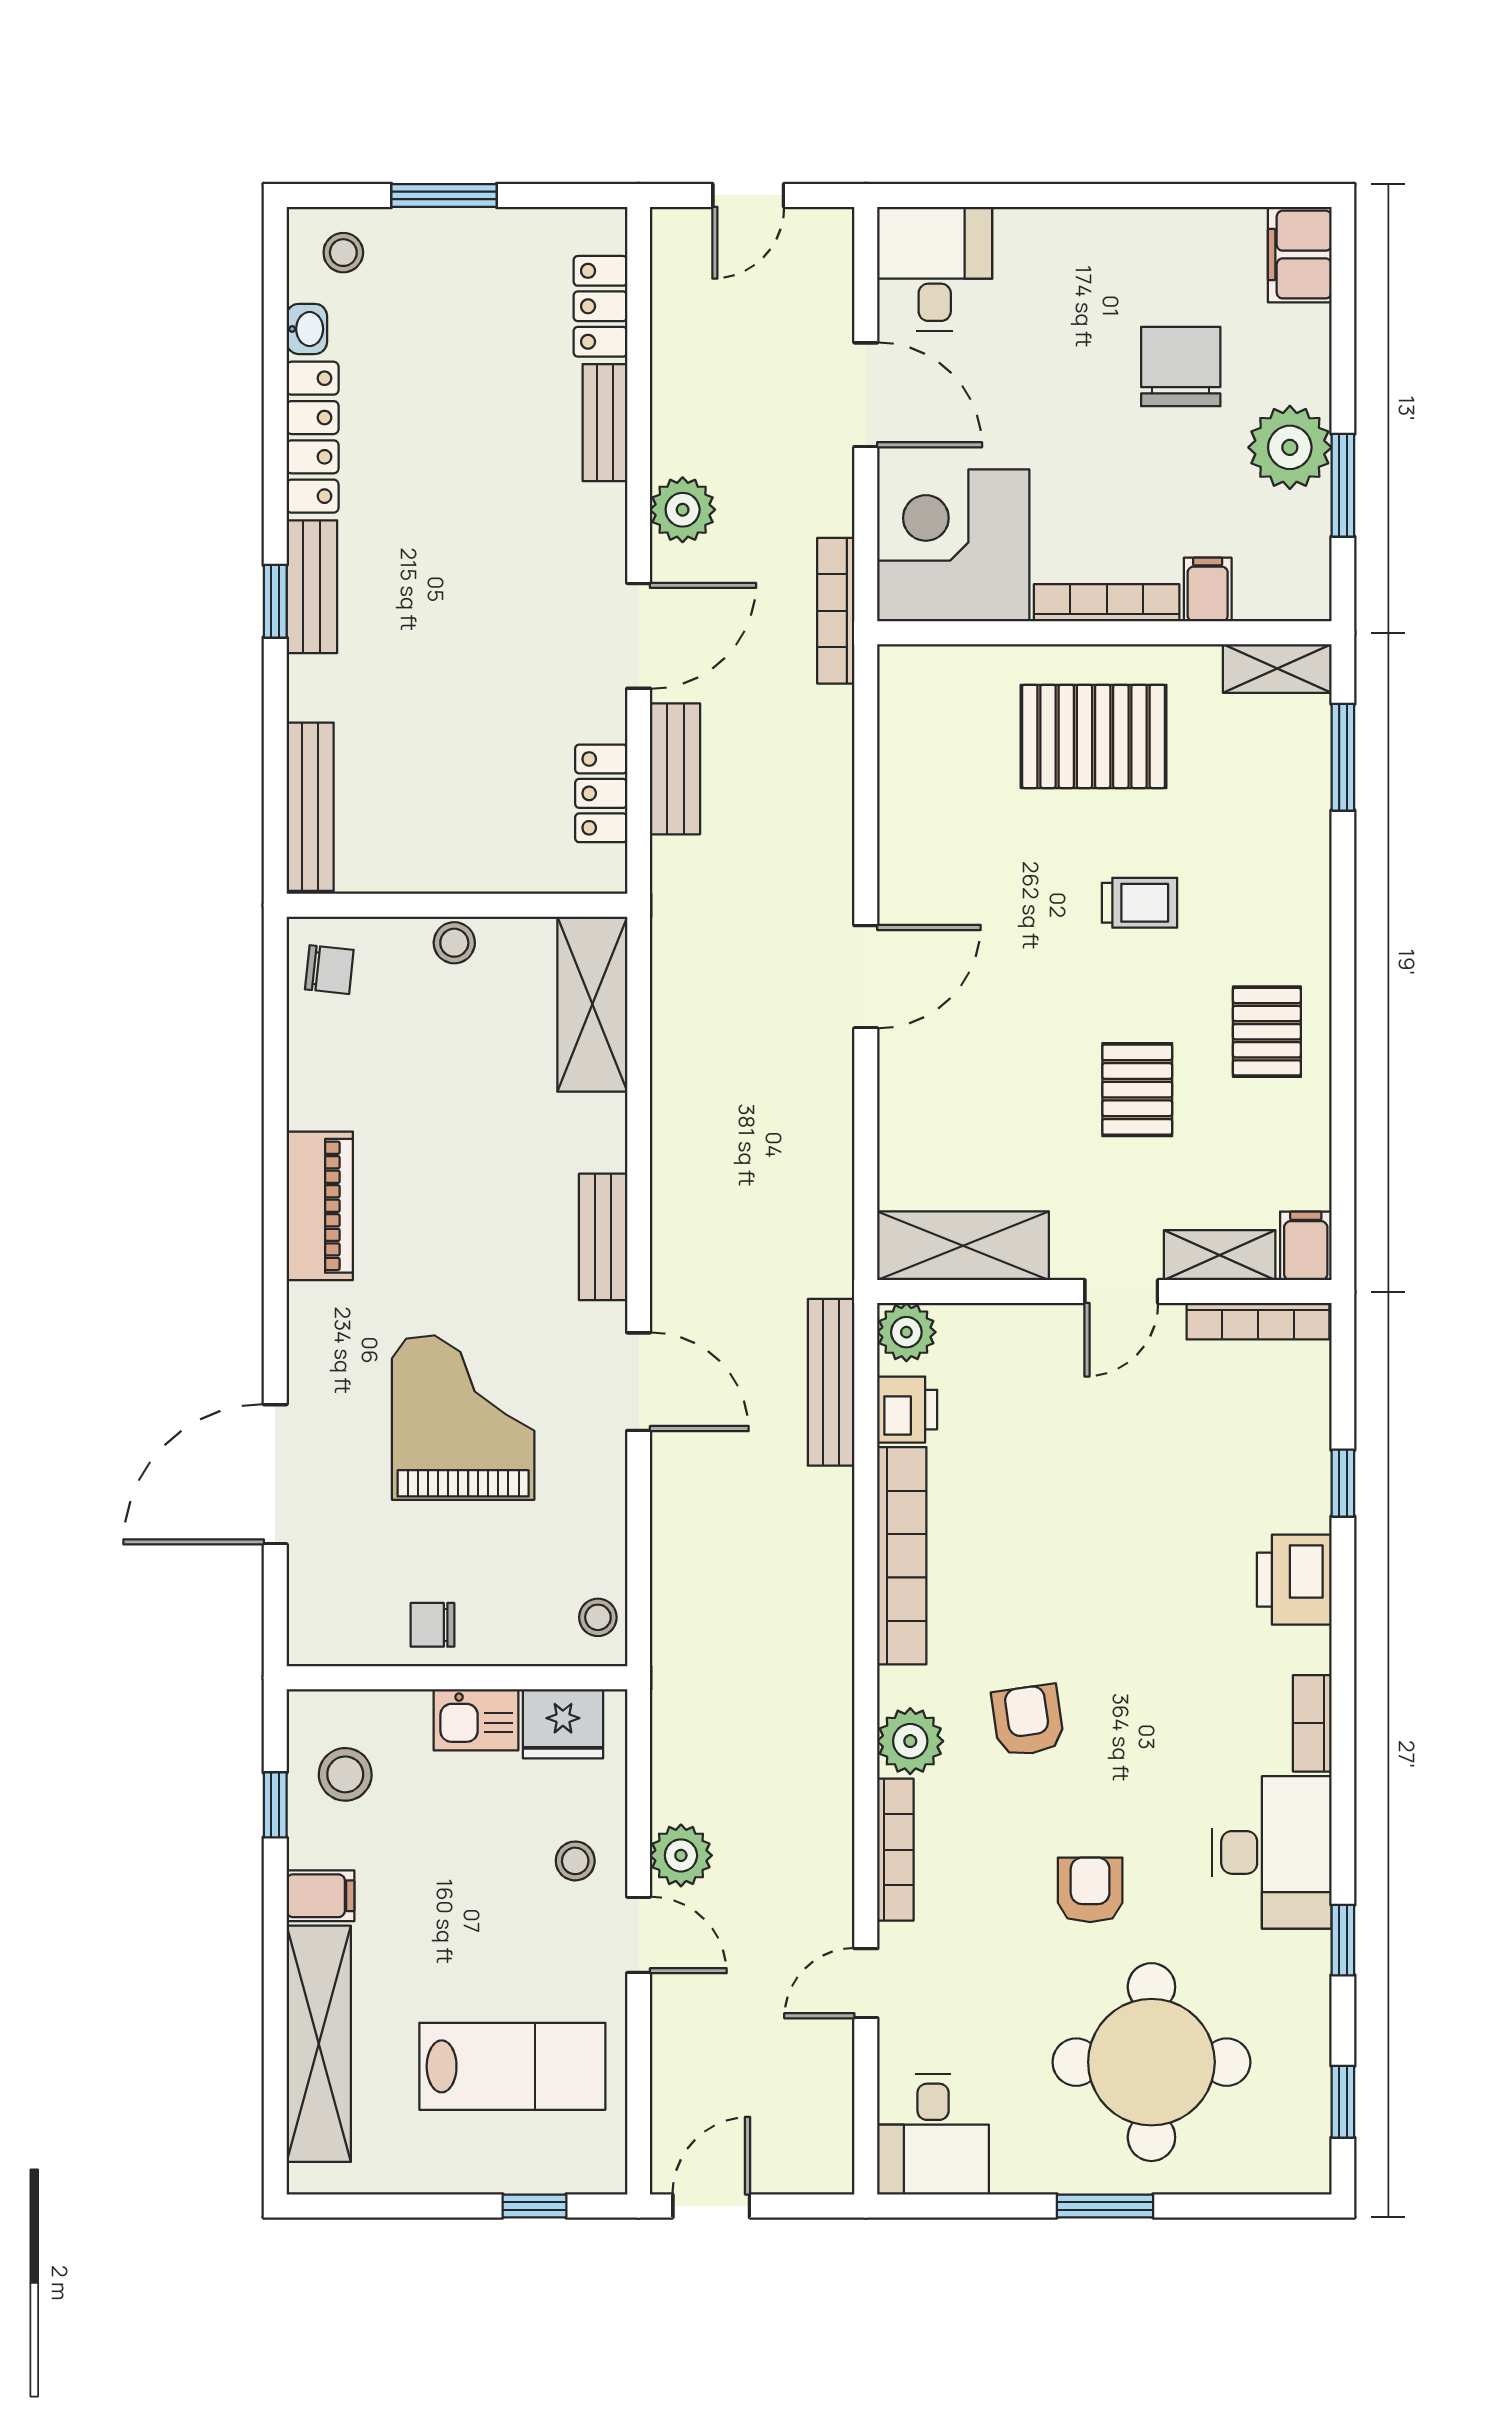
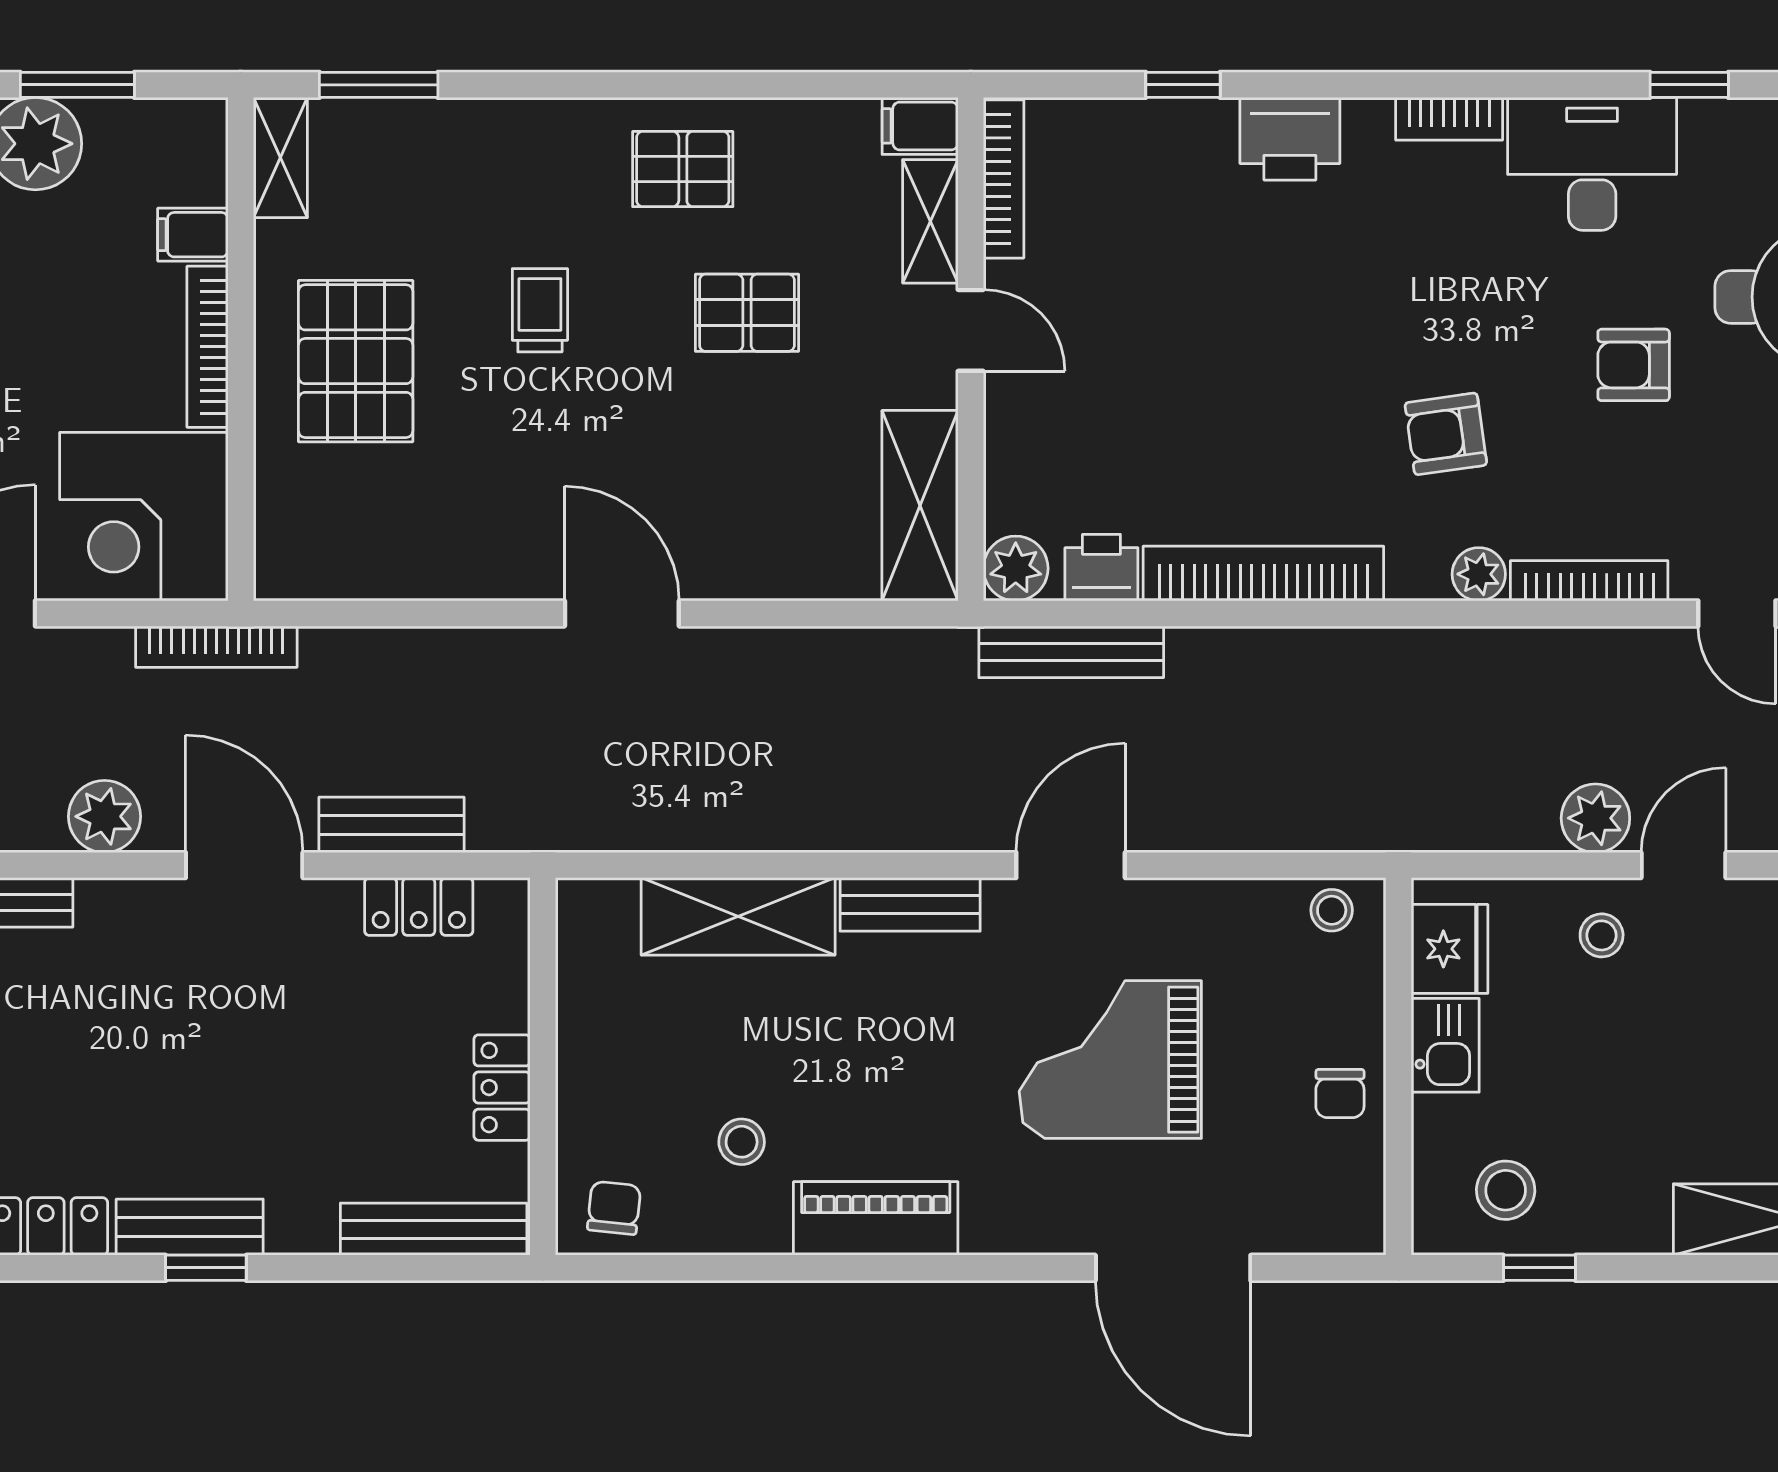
locker: (438, 869) -> (502, 1088), added
stool: (454, 943) -> (742, 1142), moved
shelving: (592, 1004) -> (738, 916), moved
plant: (910, 1741) -> (1479, 574), width x0.73, depth x0.73
filing cabinet: (320, 1896) -> (1640, 1218), removed

